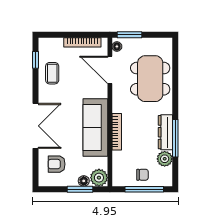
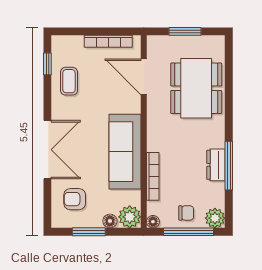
window: (129, 35) -> (185, 31), moved
floor lamp: (117, 46) -> (153, 222), moved
bookcase: (117, 132) -> (153, 176), moved
dresser: (165, 132) -> (216, 165), width x0.70
plant: (165, 159) -> (215, 218), moved
window: (80, 189) -> (89, 232), moved

